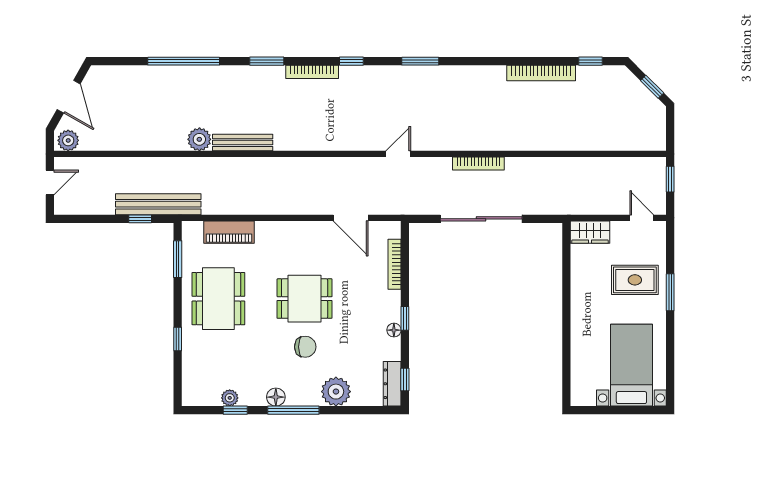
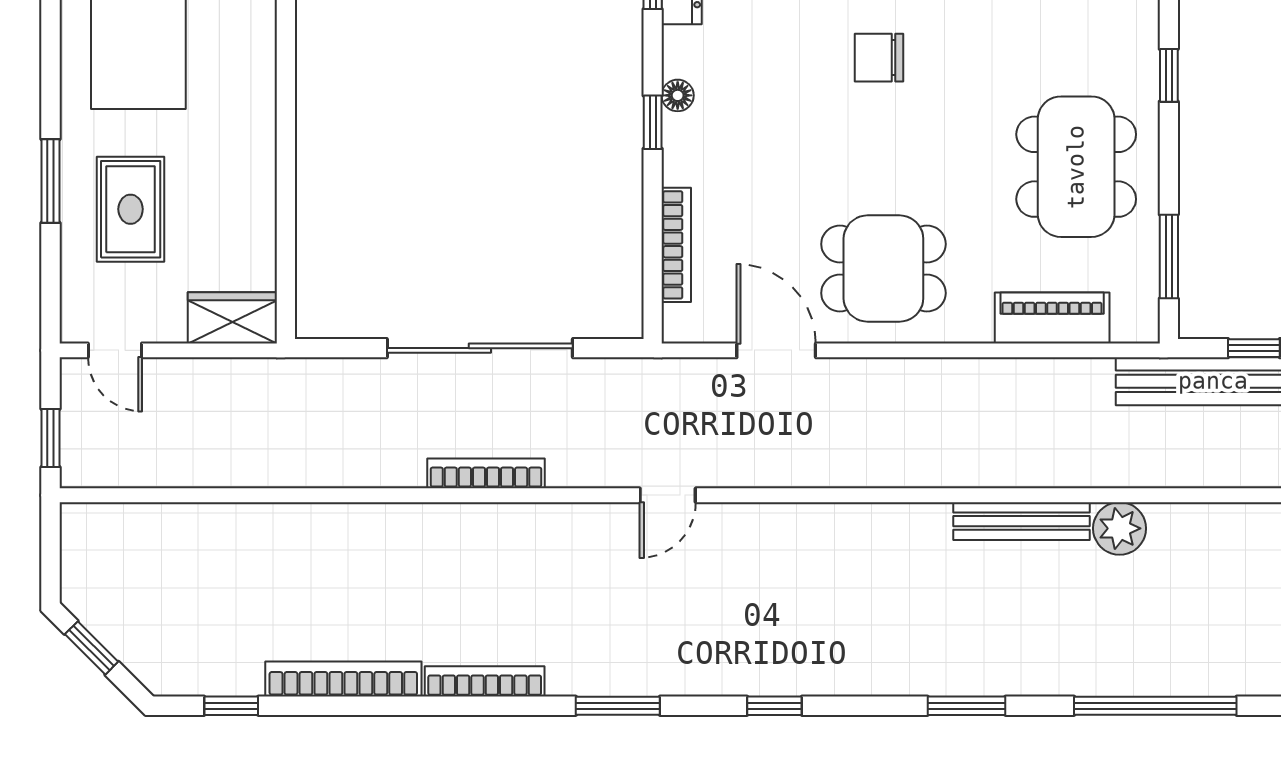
bookcase: (312, 72) -> (485, 681), moved
rug: (635, 280) -> (131, 209), turned 90
dining table: (305, 299) -> (883, 269), moved

